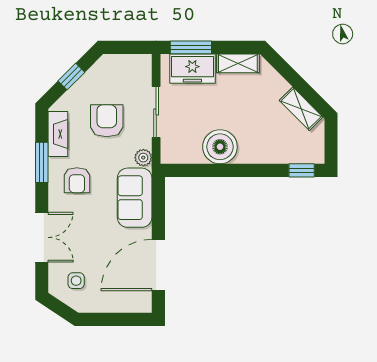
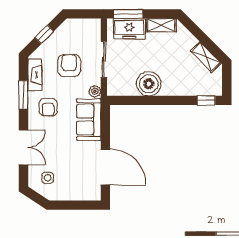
door: (158, 265) -> (105, 167), swing flipped

